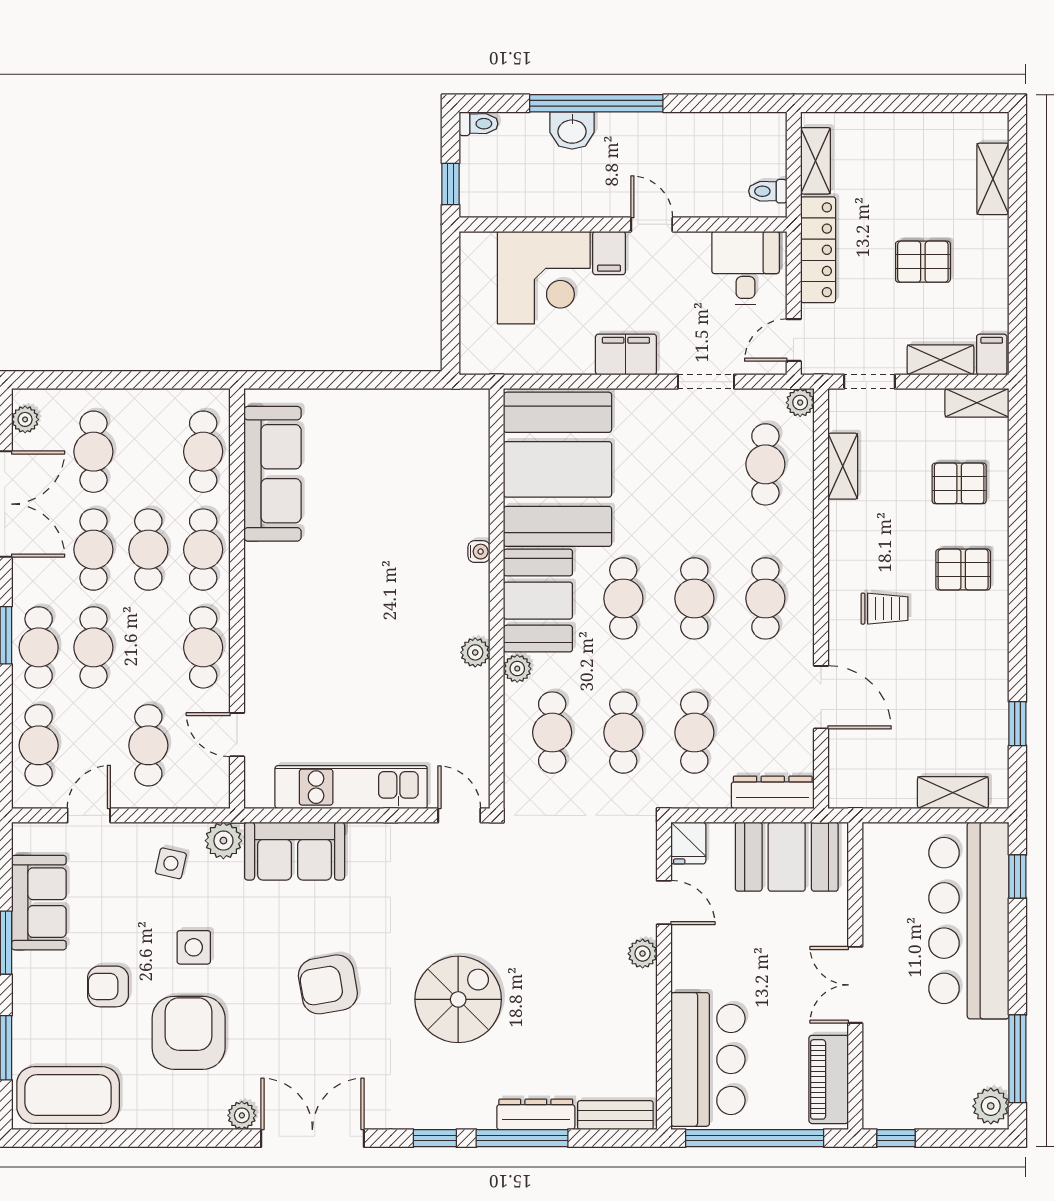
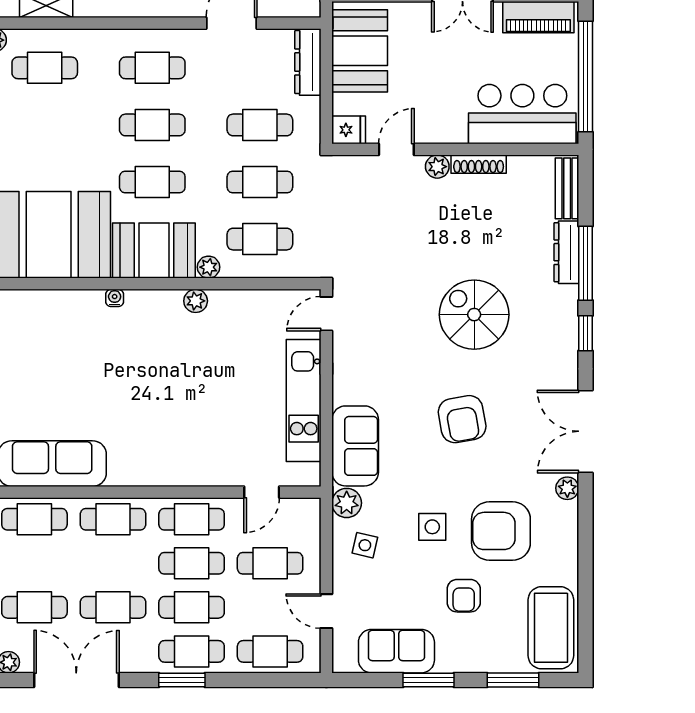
cafe table: (148, 550) -> (192, 563), moved
shoe rack: (646, 1005) -> (479, 164), added

